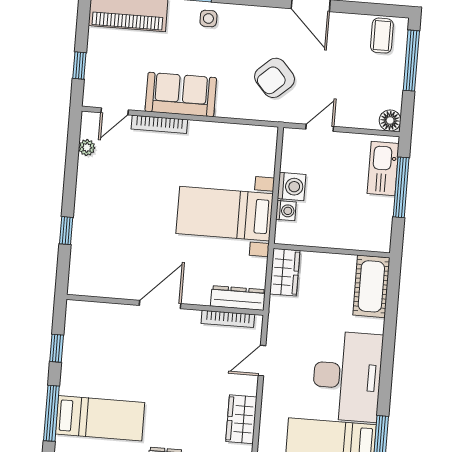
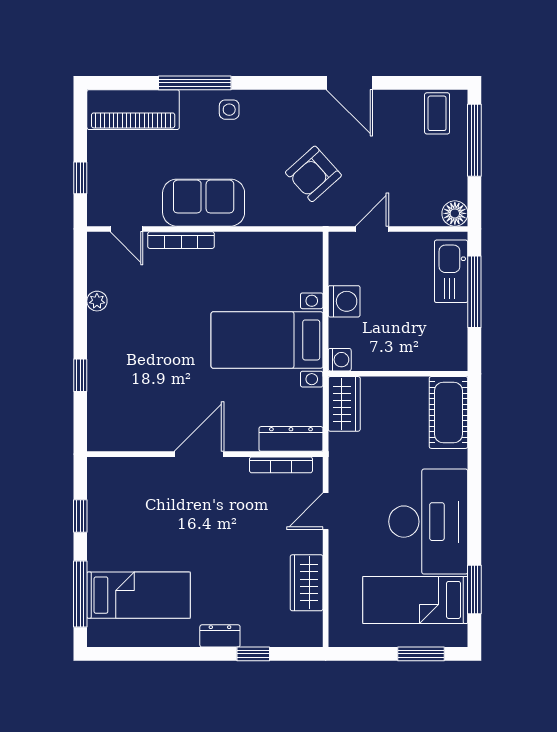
door: (115, 111) -> (127, 229), hinge flipped
plant: (87, 148) -> (97, 301), moved
washing machine: (286, 211) -> (340, 360), moved

